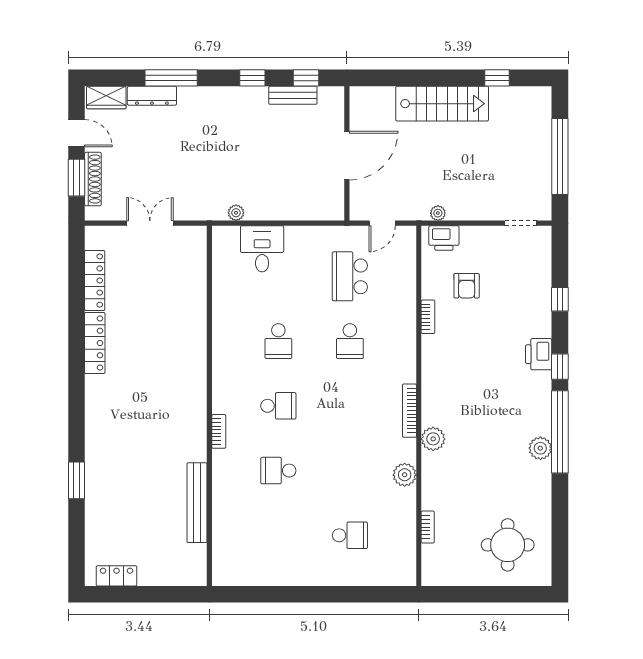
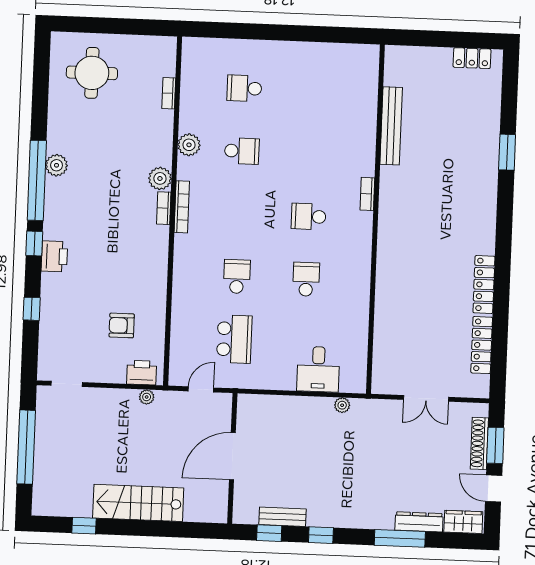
armchair: (467, 286) -> (122, 325), turned -90
bookcase: (428, 317) -> (164, 208), moved
school desk: (278, 471) -> (242, 151), moved

